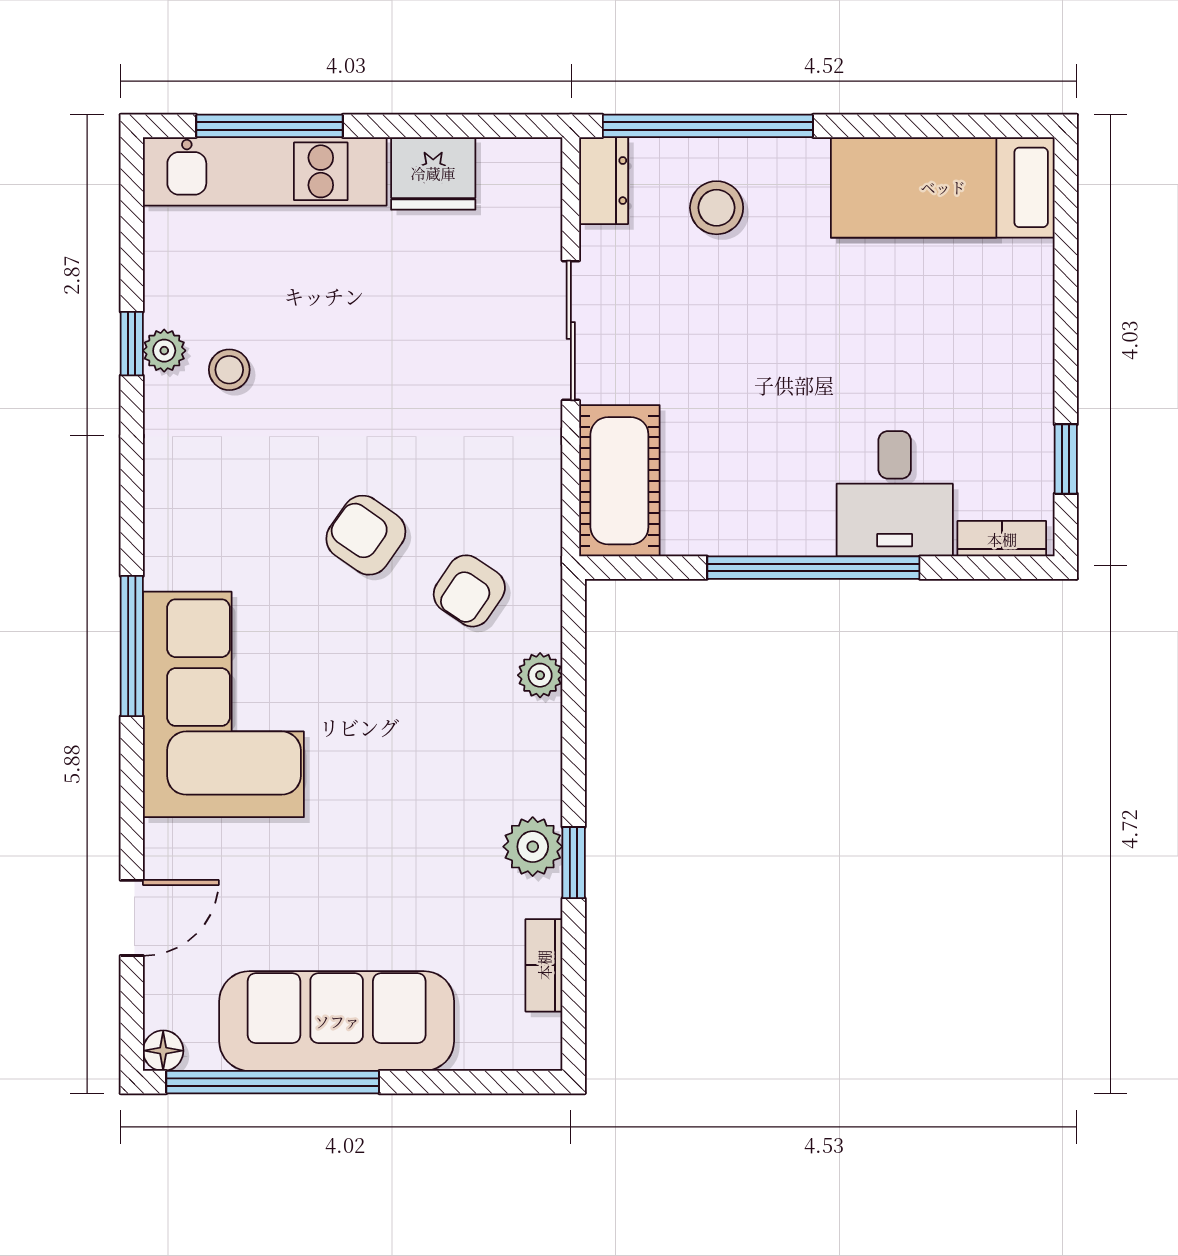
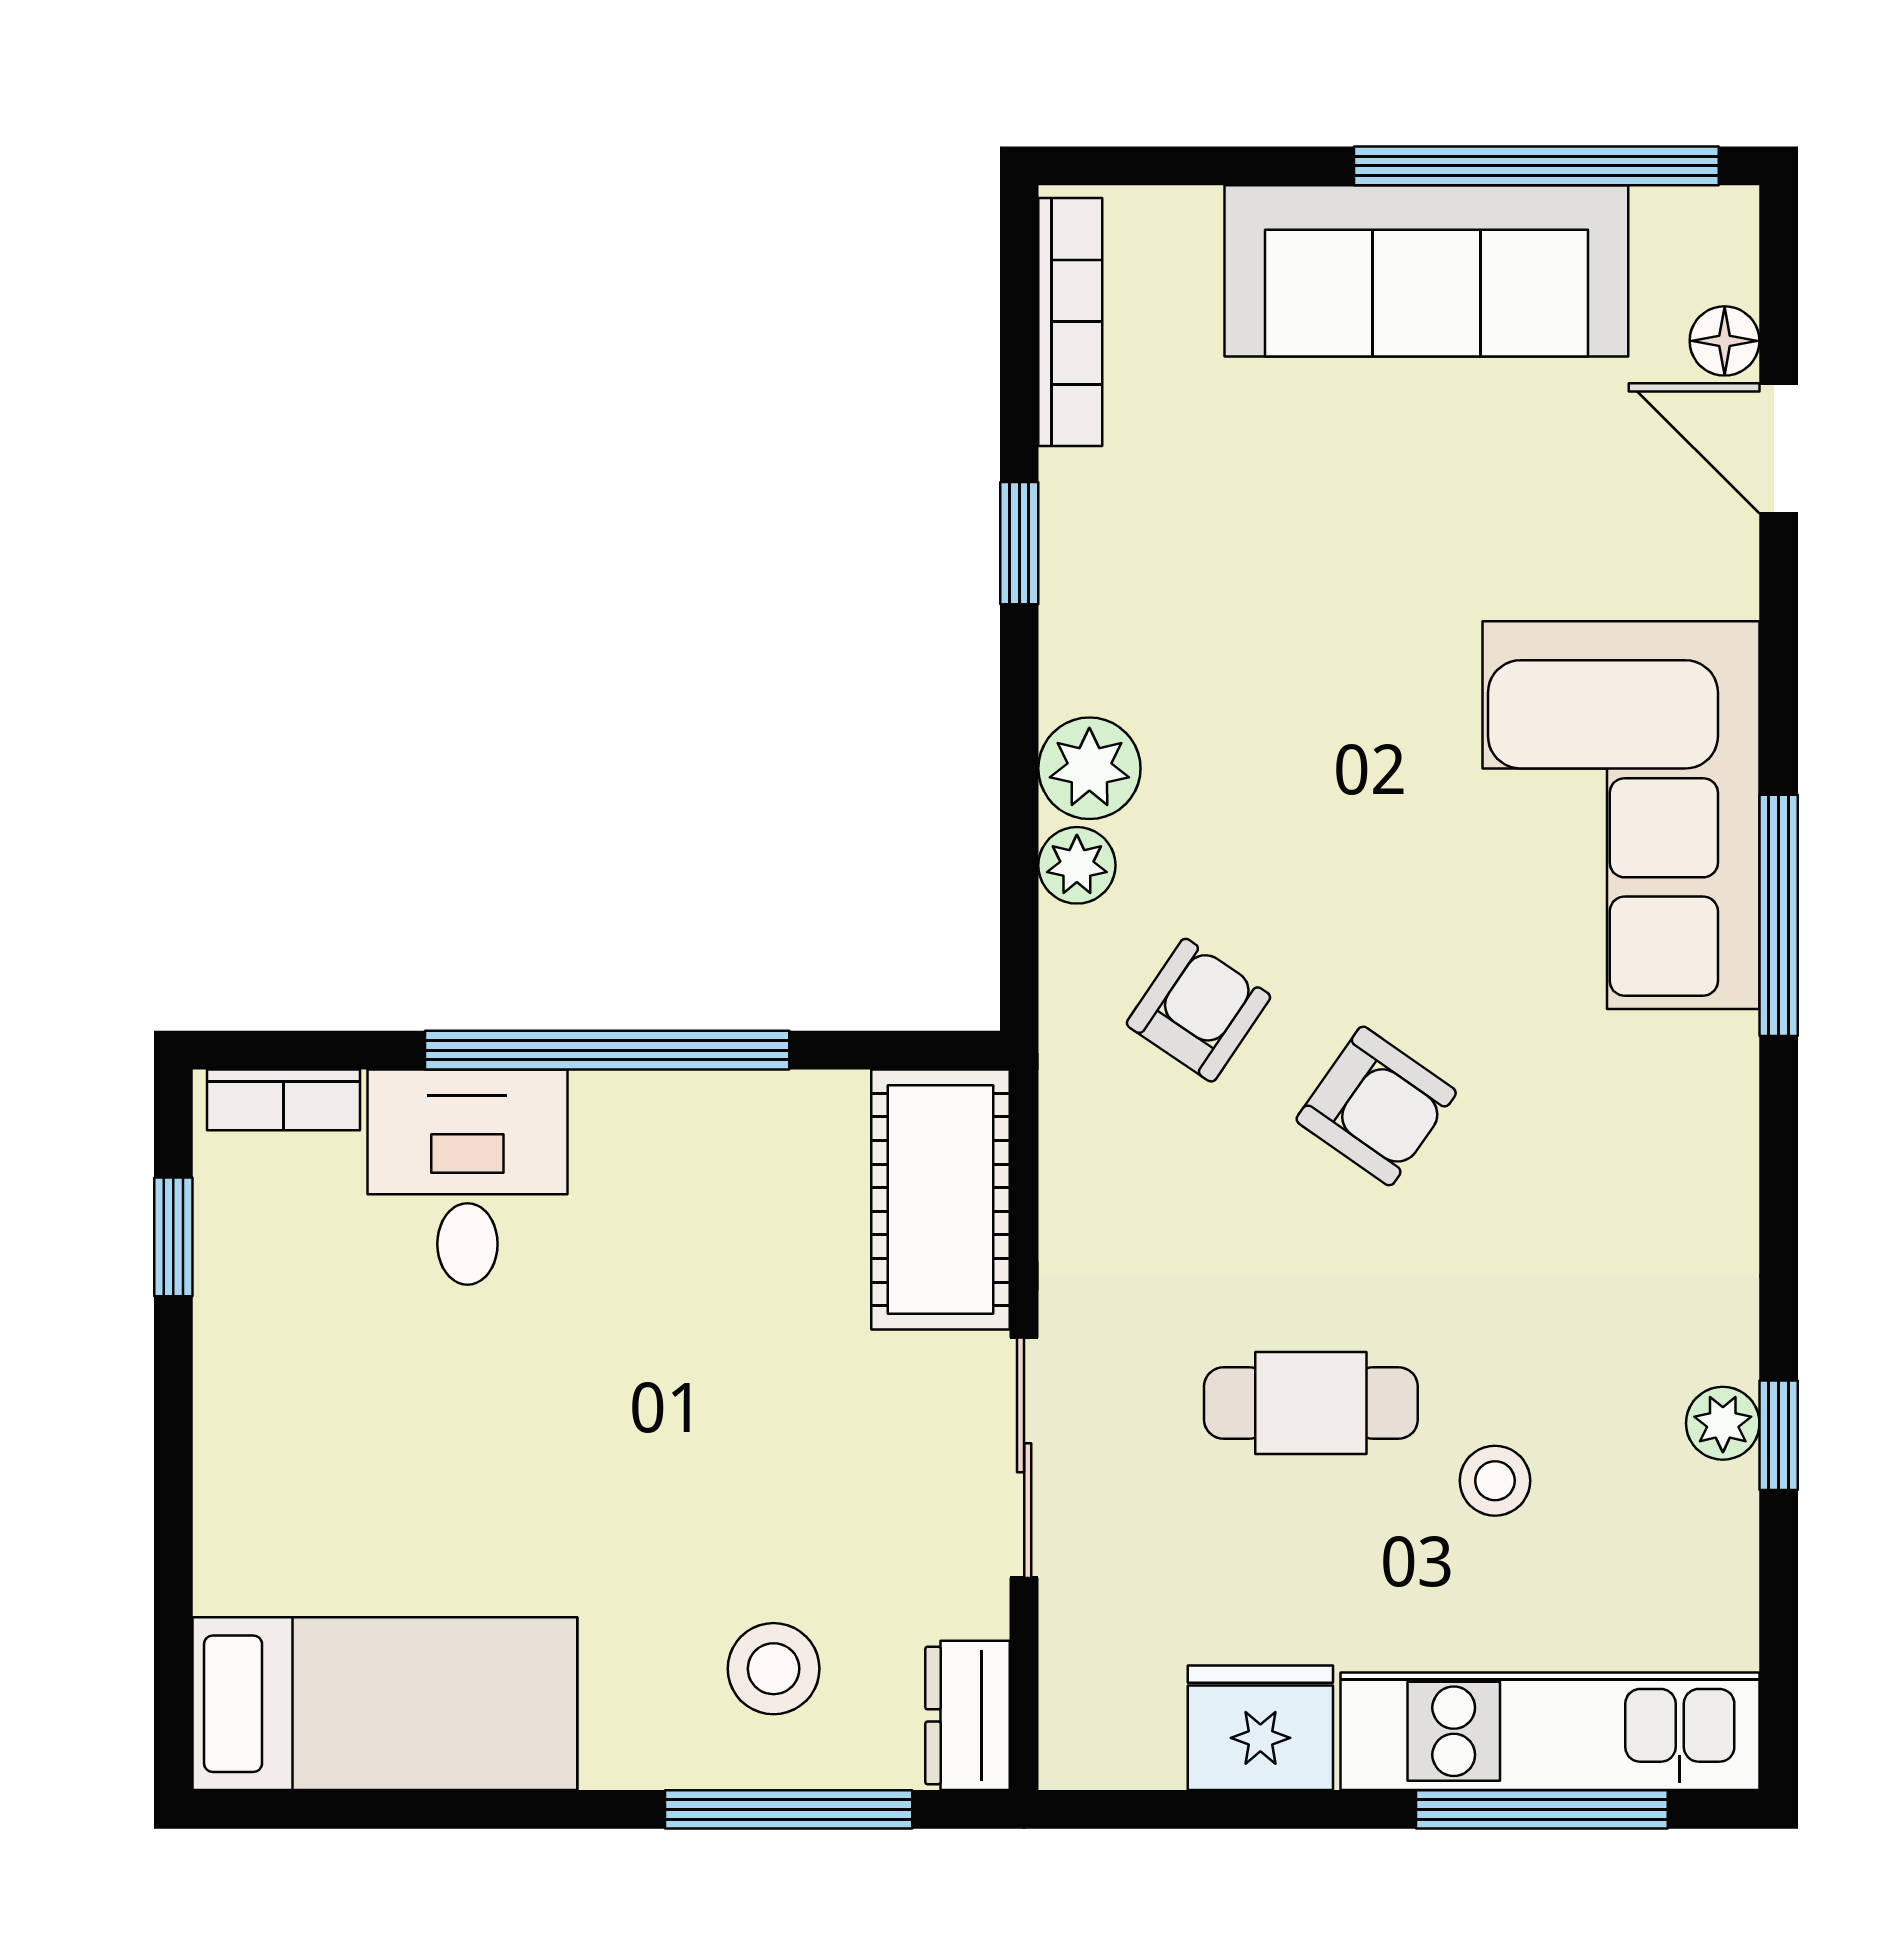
window: (708, 126) -> (789, 1809), width x0.68
cafe table: (404, 362) -> (1311, 1403), added
stool: (229, 370) -> (1495, 1481), moved
plant: (533, 847) -> (1089, 768), moved
door: (132, 918) -> (1779, 448), hinge flipped
bookcase: (544, 965) -> (1070, 322), width x1.56
floor lamp: (163, 1051) -> (1725, 341), moved

